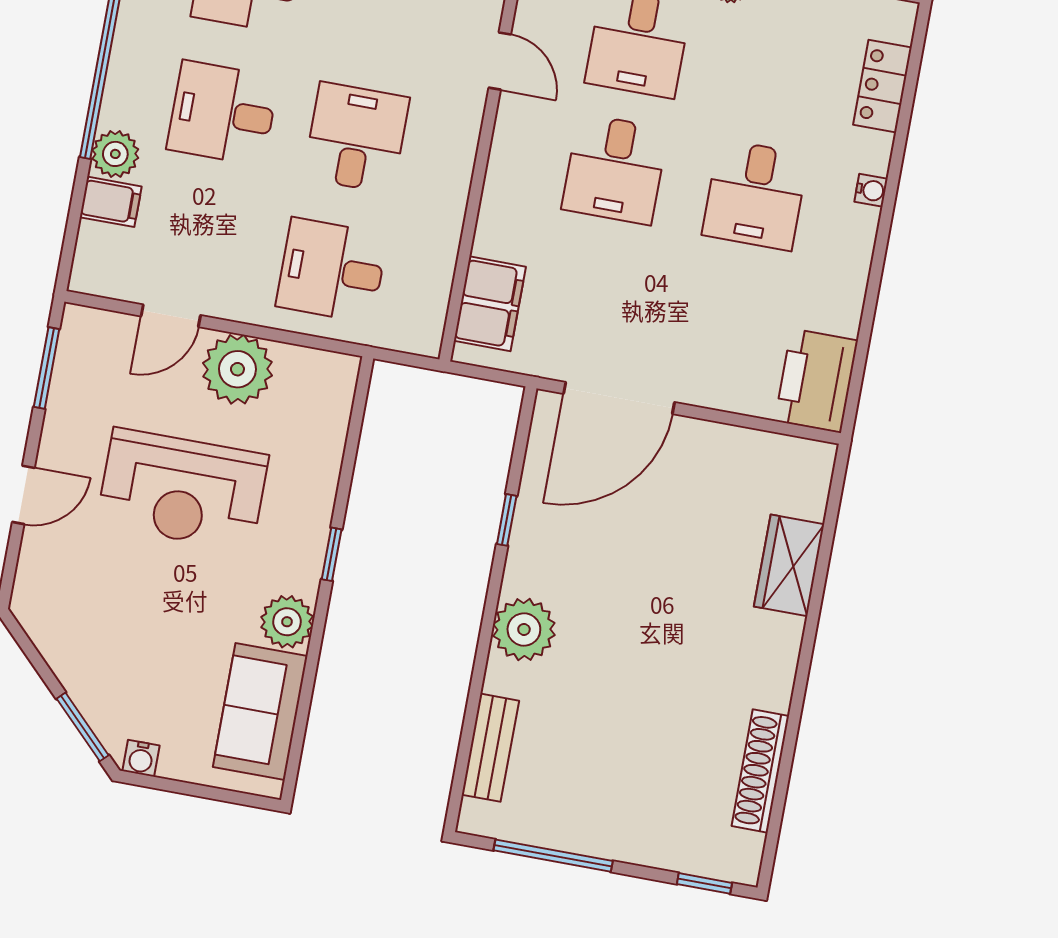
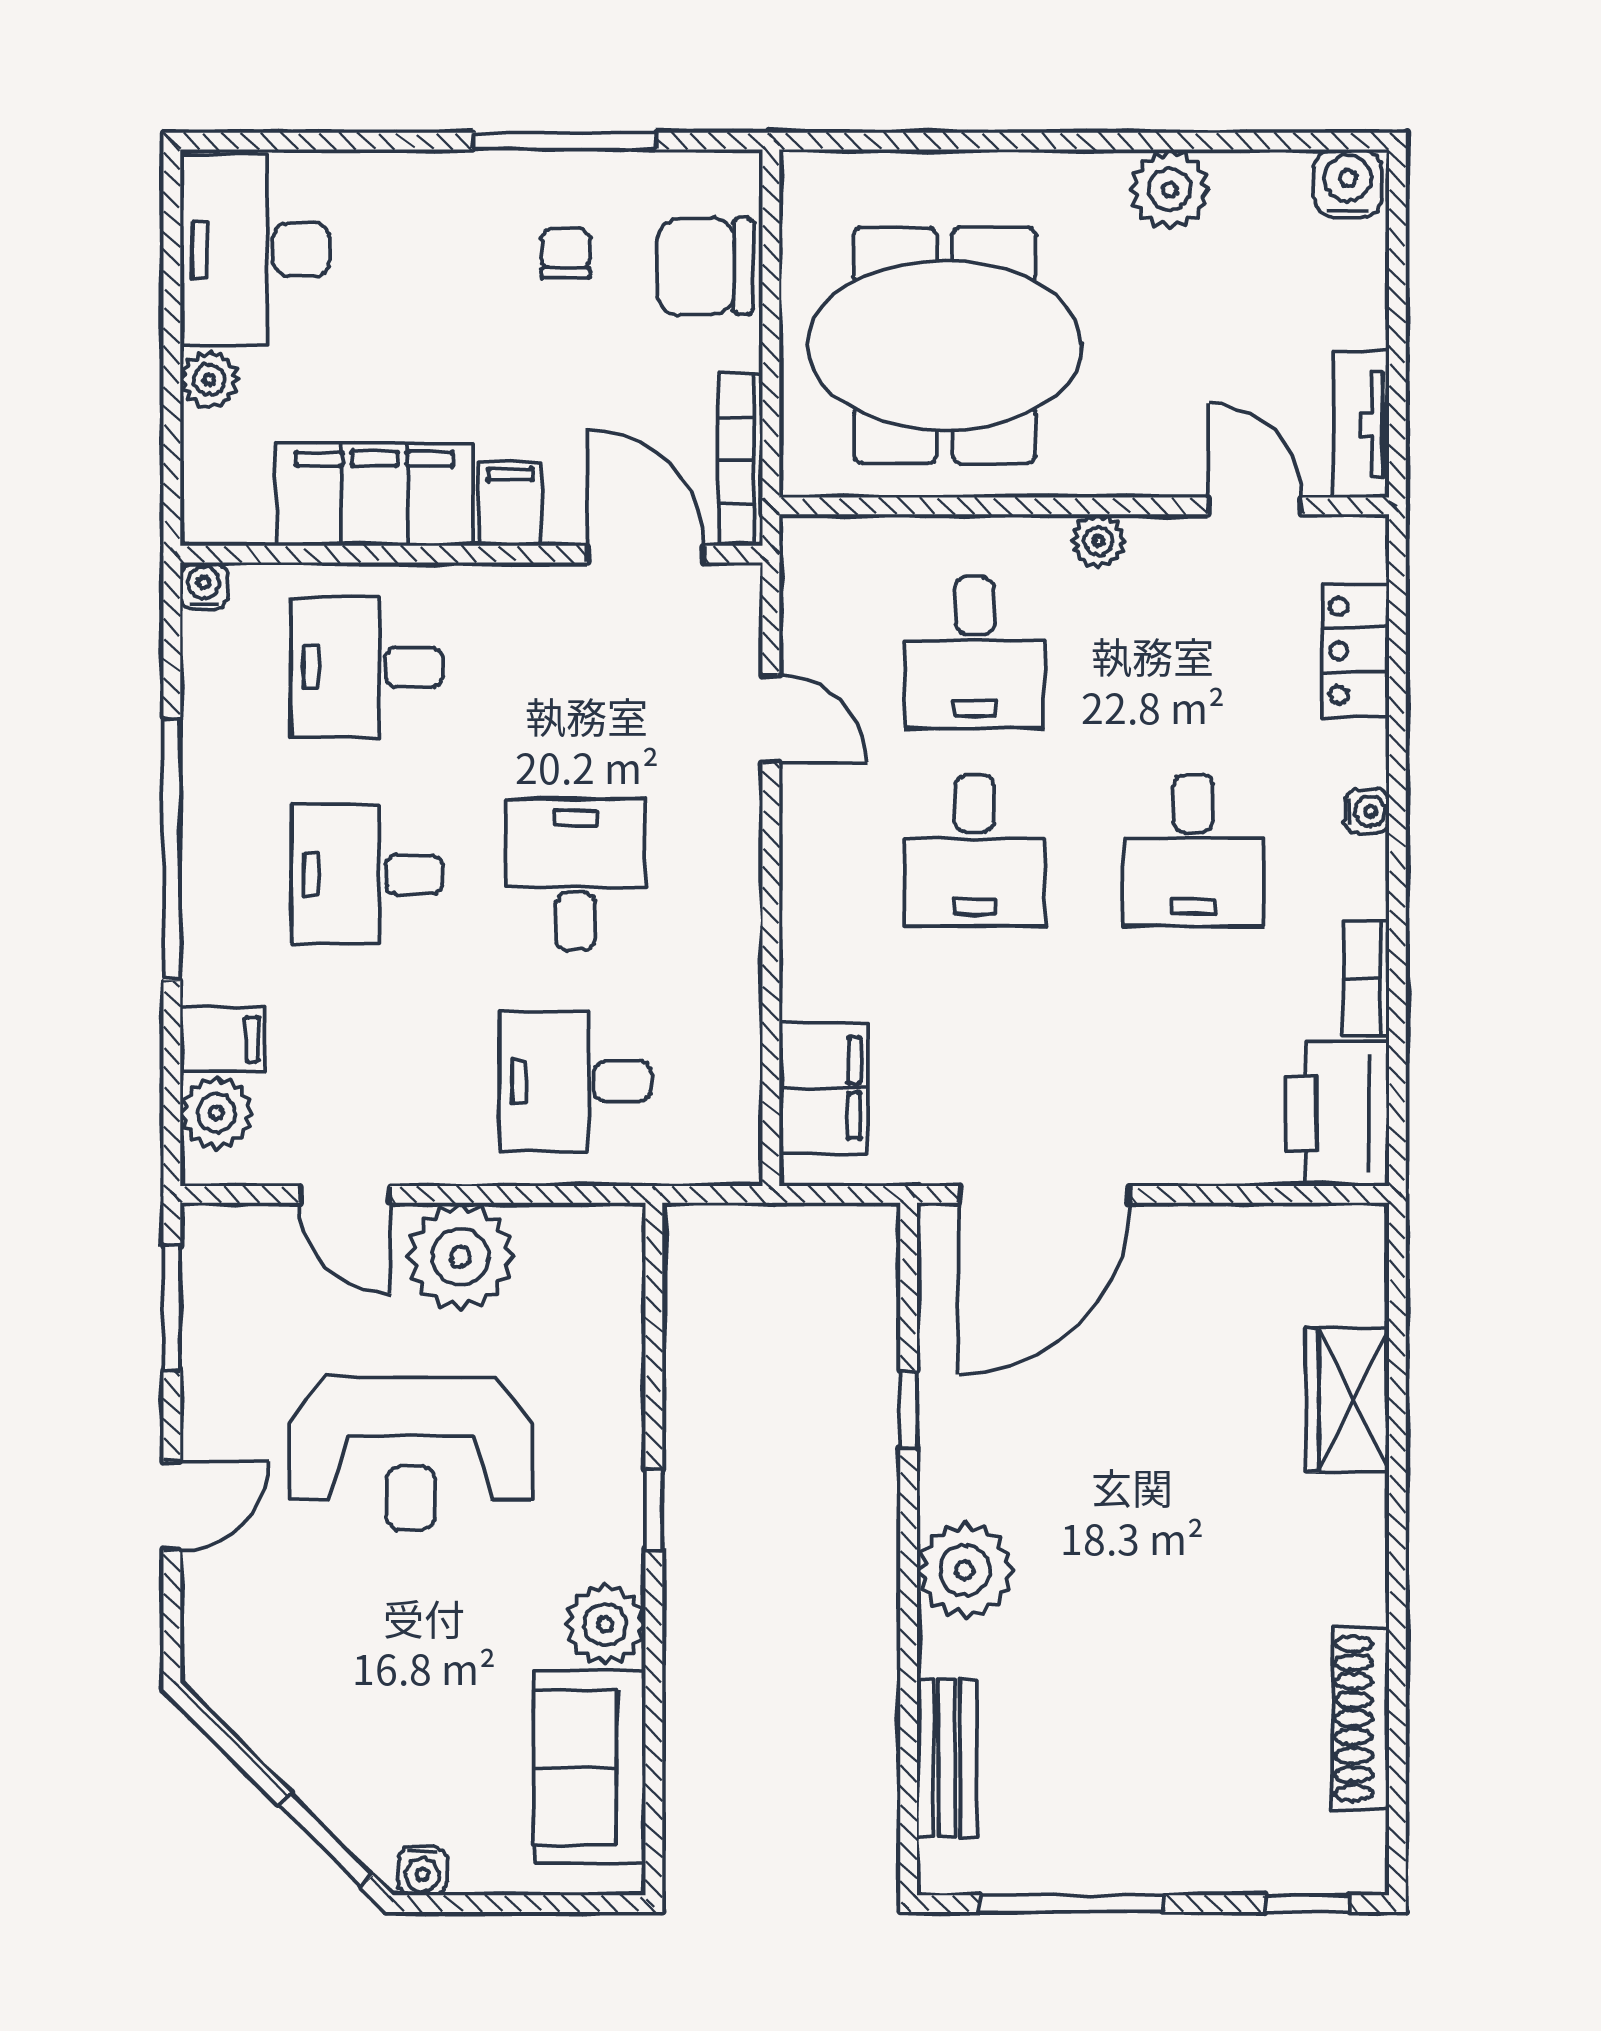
plant: (115, 154) -> (216, 1113), moved
bookcase: (851, 297) -> (1366, 978), added
door: (171, 316) -> (345, 1194), hinge flipped

